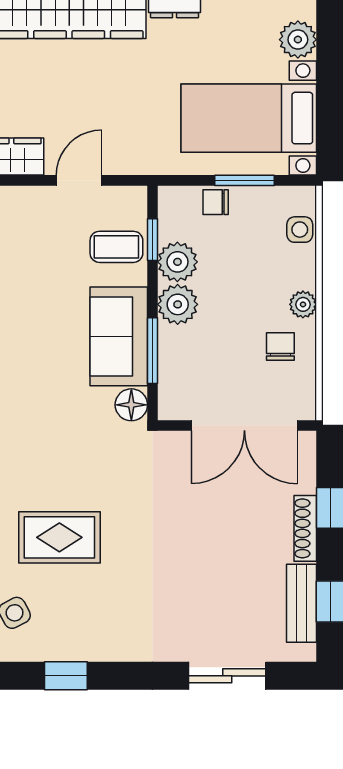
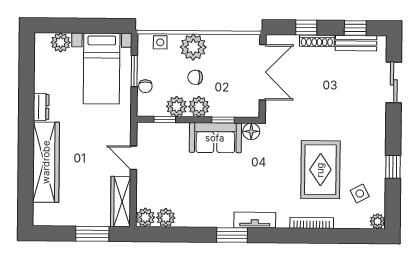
coffee table: (116, 247) -> (168, 138), removed
plant: (303, 304) -> (193, 47), width x1.88, depth x1.88
chair: (280, 347) -> (195, 77), moved
window: (152, 351) -> (223, 120), width x0.67
rug: (59, 537) -> (320, 170), width x1.36, depth x1.43

